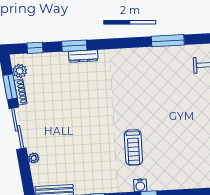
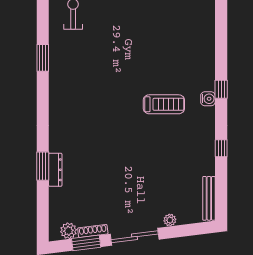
window: (168, 41) -> (43, 58), width x0.69
window: (35, 48) -> (43, 212), removed
dresser: (83, 56) -> (55, 170), moved

